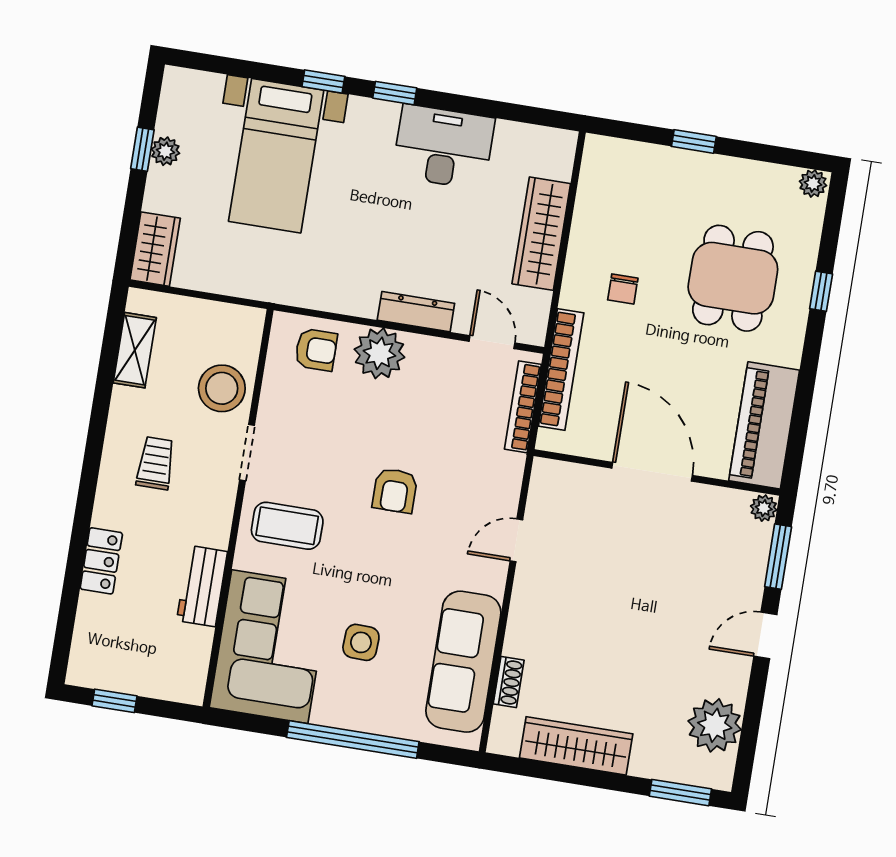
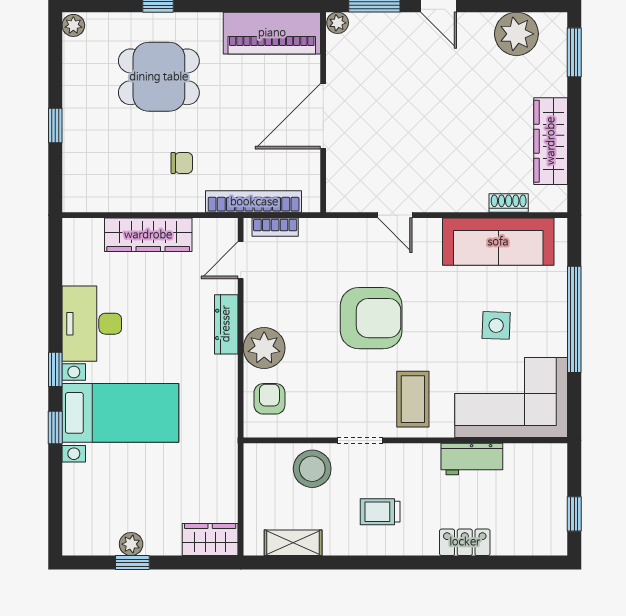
bed with nightstands: (276, 156) -> (120, 413), moved
bookcase: (523, 407) -> (275, 227), width x0.64
armchair: (395, 491) -> (371, 318), width x1.88, depth x1.88

